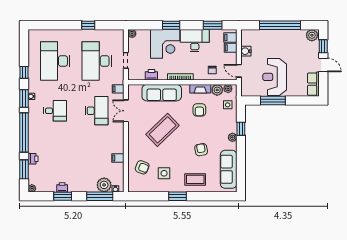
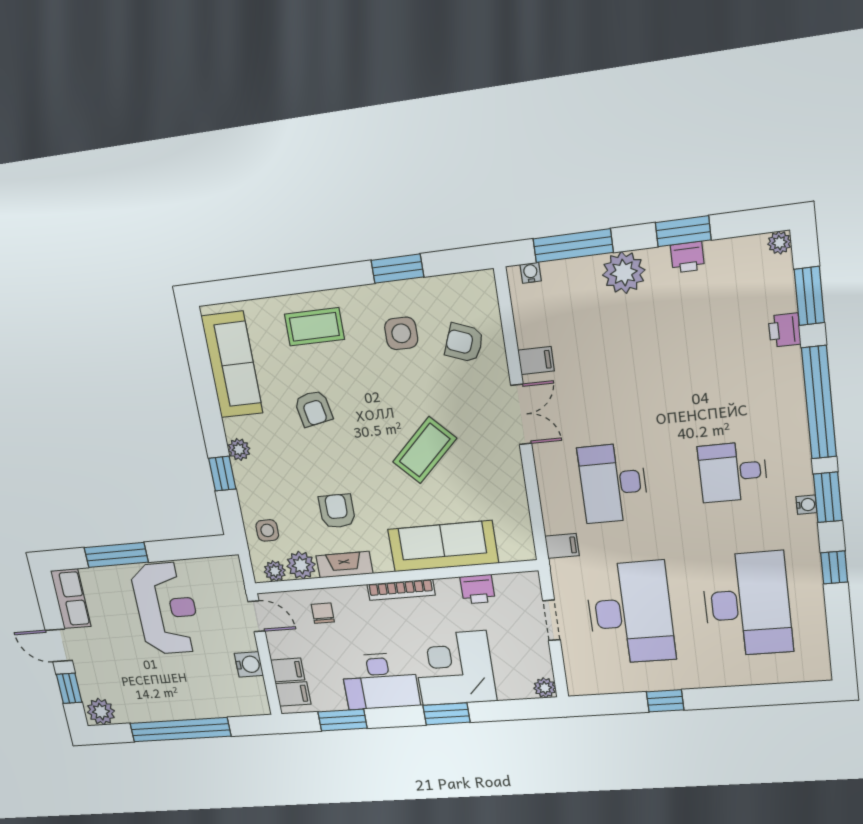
window: (273, 101) -> (116, 555), moved
double door: (126, 111) -> (521, 414), moved
coffee table: (163, 130) -> (425, 450), width x0.73, depth x0.76
plant: (104, 185) -> (624, 273), moved
window: (178, 196) -> (397, 269), moved

